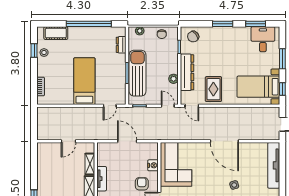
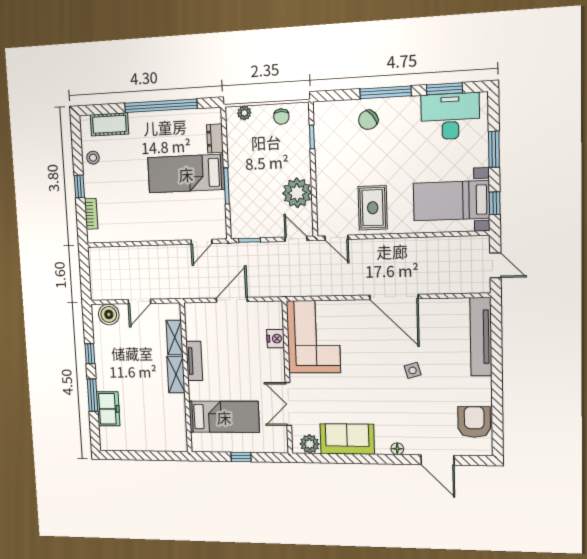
window: (223, 24) -> (386, 92), width x1.44
chair: (193, 37) -> (368, 120), moved
desk: (263, 39) -> (450, 116), width x1.37
window: (34, 51) -> (79, 186), moved
dresser: (187, 72) -> (326, 181), removed
sun lounger: (138, 73) -> (244, 185), removed
plant: (174, 79) -> (297, 193), width x1.88, depth x1.88
bed: (84, 81) -> (186, 174), moved, turned -90
door: (127, 141) -> (232, 300), hinge flipped
boiler: (48, 149) -> (109, 314), added
window: (34, 174) -> (90, 354), added
armchair: (142, 184) -> (259, 369), removed

